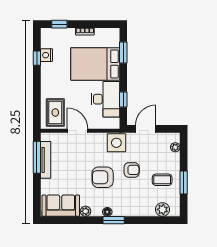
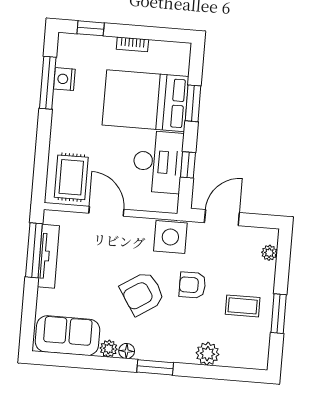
window: (123, 52) -> (193, 103), moved
window: (37, 58) -> (48, 83), width x2.17
armchair: (132, 170) -> (192, 285), turned 180
armchair: (103, 177) -> (142, 293), turned -33
plant: (163, 209) -> (207, 354), moved
floor lamp: (107, 212) -> (127, 351), moved

